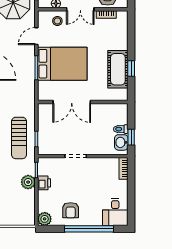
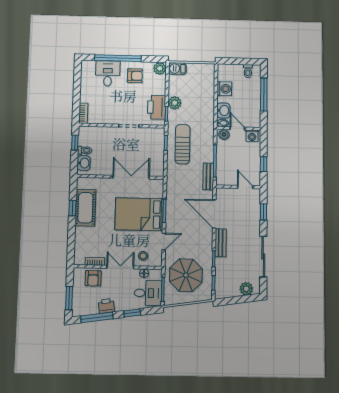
washbasin: (121, 142) -> (84, 163), moved
printer: (44, 183) -> (157, 107), width x1.87, depth x1.48
armchair: (71, 210) -> (135, 76), turned 90
desk: (115, 212) -> (108, 73), moved
barbecue: (26, 219) -> (177, 69), added

